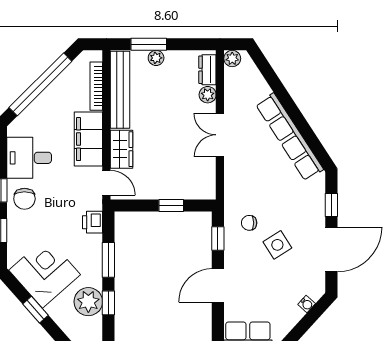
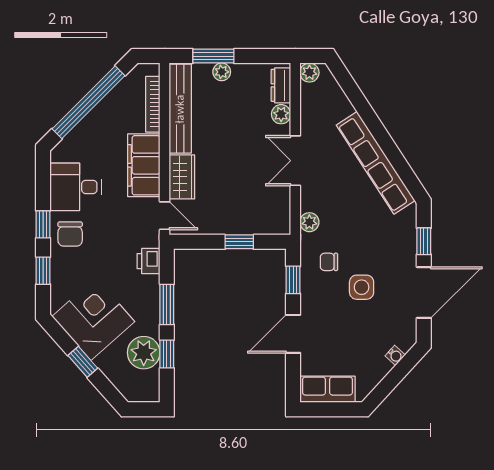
plant: (232, 188) -> (309, 222), added
side table: (277, 245) -> (362, 287), turned 32

